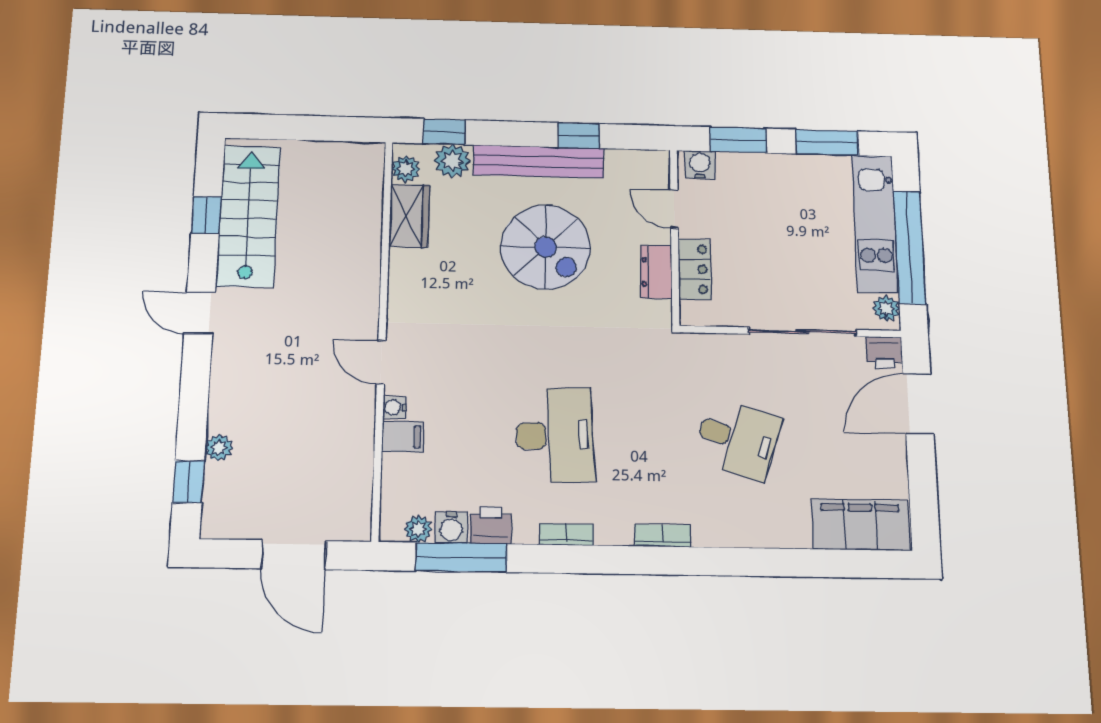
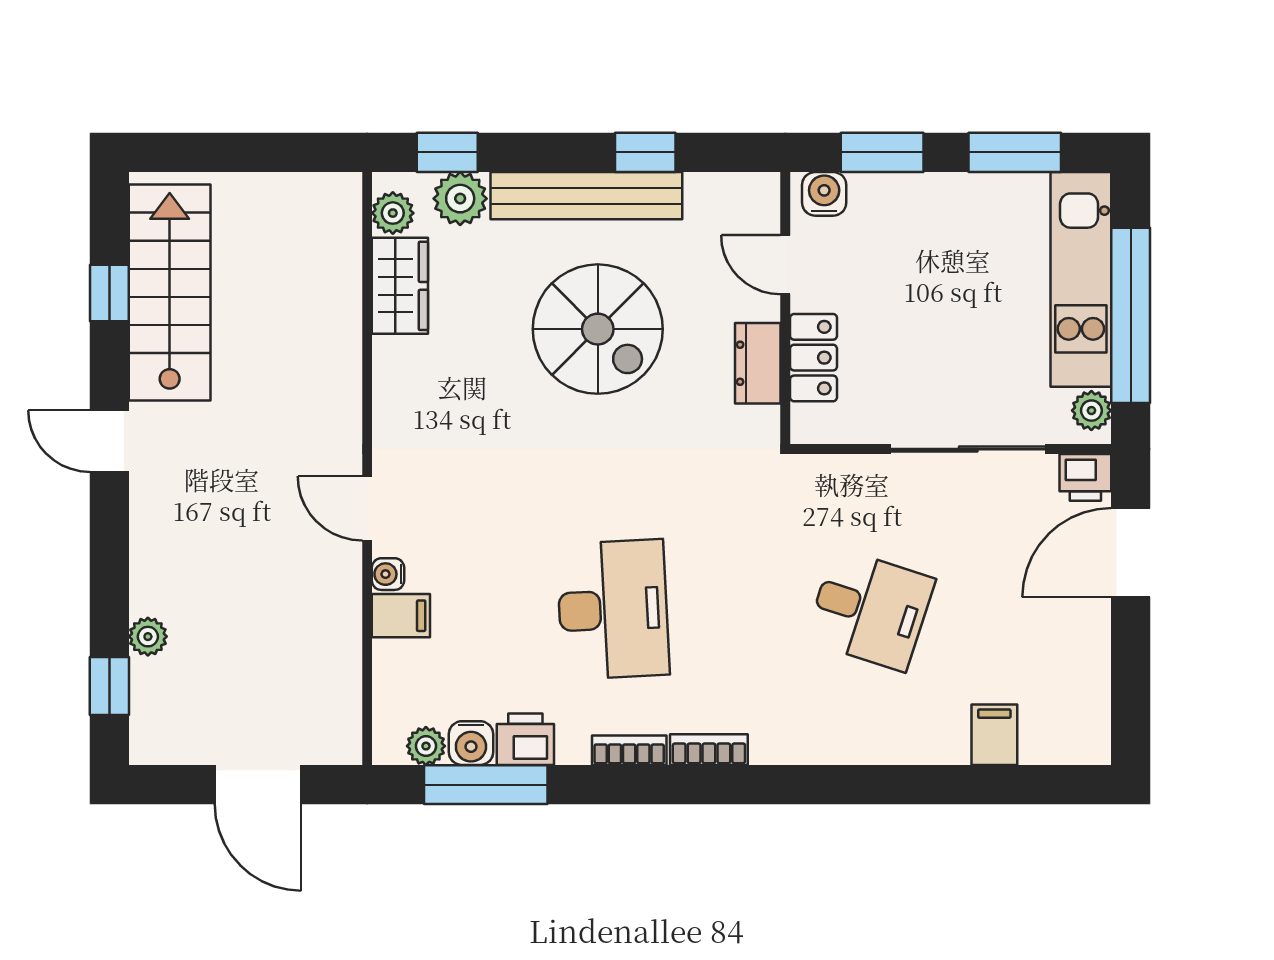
filing cabinet: (861, 525) -> (994, 735), width x0.33, depth x0.86
bookcase: (663, 536) -> (709, 750), moved

